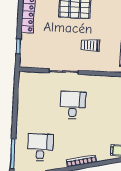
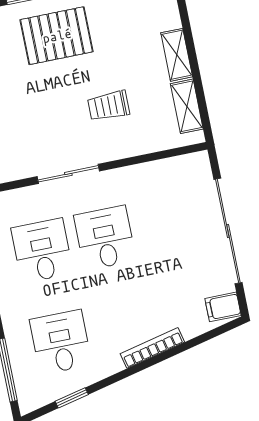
desk: (43, 103) -> (42, 251), added

